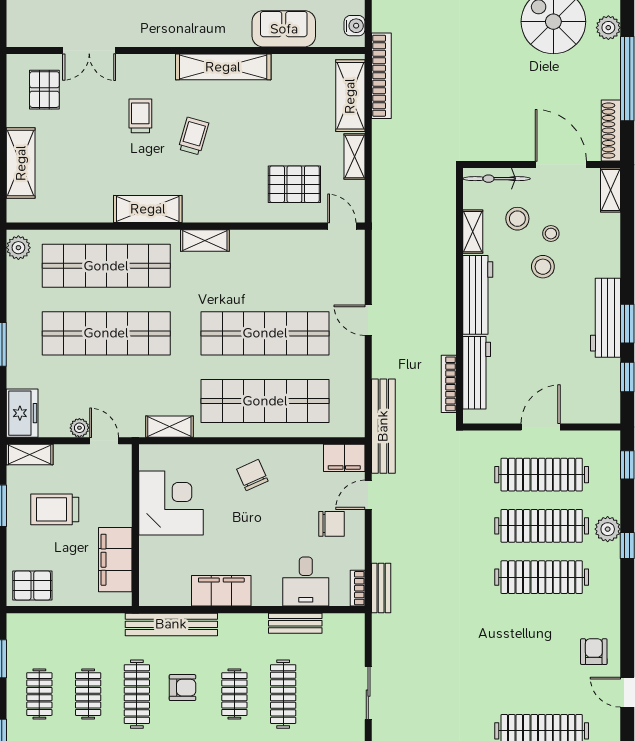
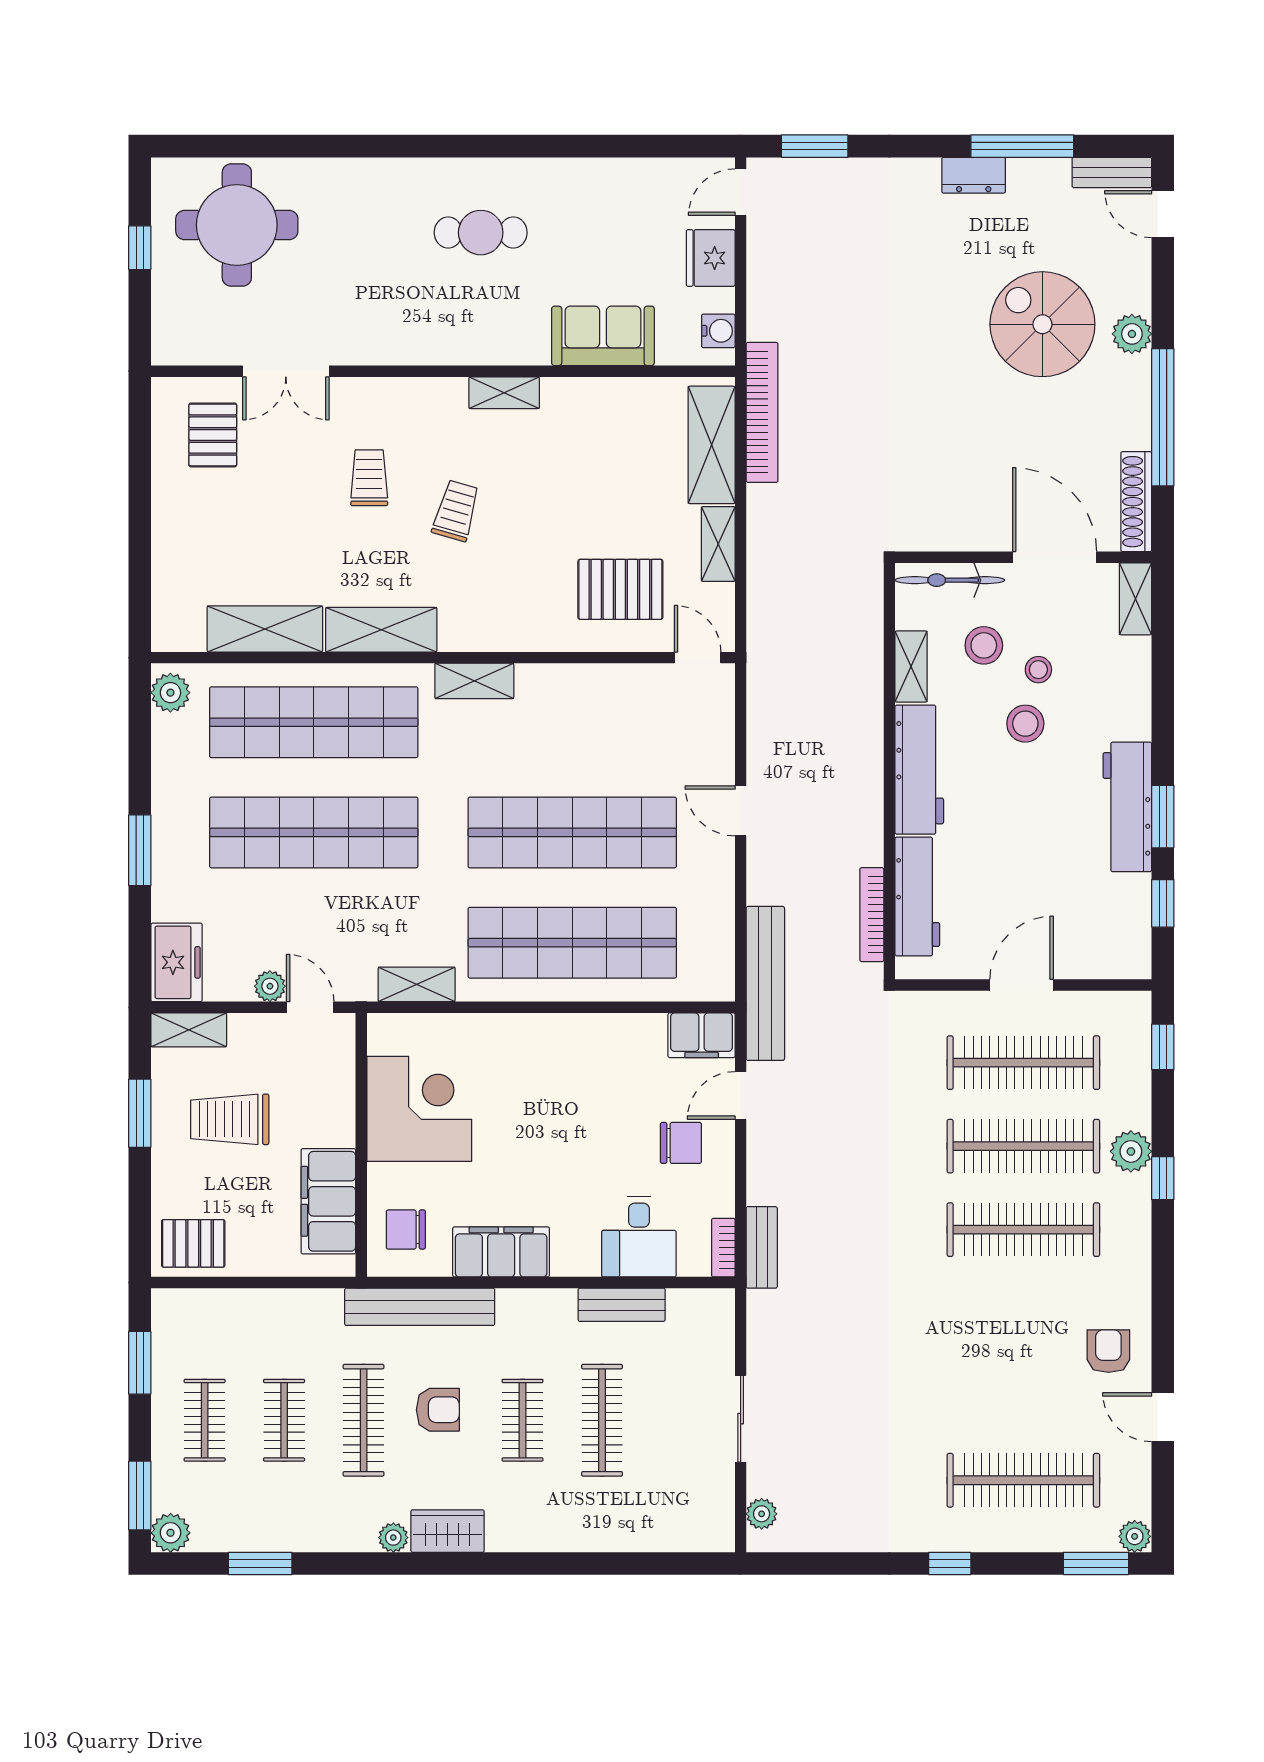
shelving: (223, 67) -> (504, 393), width x0.45, depth x0.75
shelving: (21, 163) -> (265, 629), moved, turned 90
chair: (252, 475) -> (406, 1230), moved, turned -66

